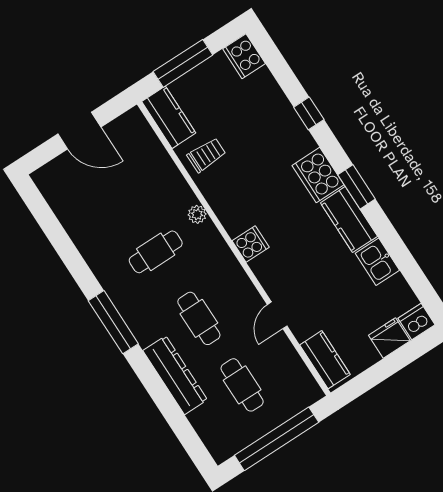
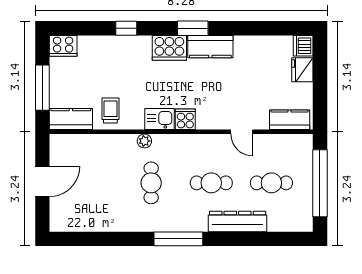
kitchen sink: (377, 262) -> (159, 119), moved, turned 180

